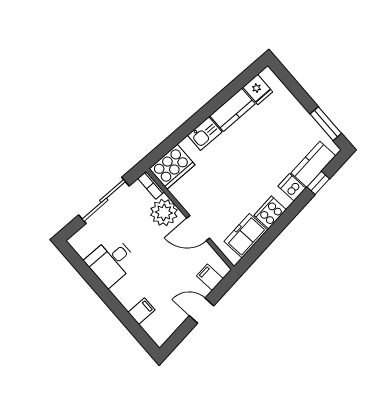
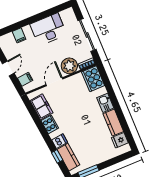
desk: (111, 261) -> (48, 29), width x1.37

